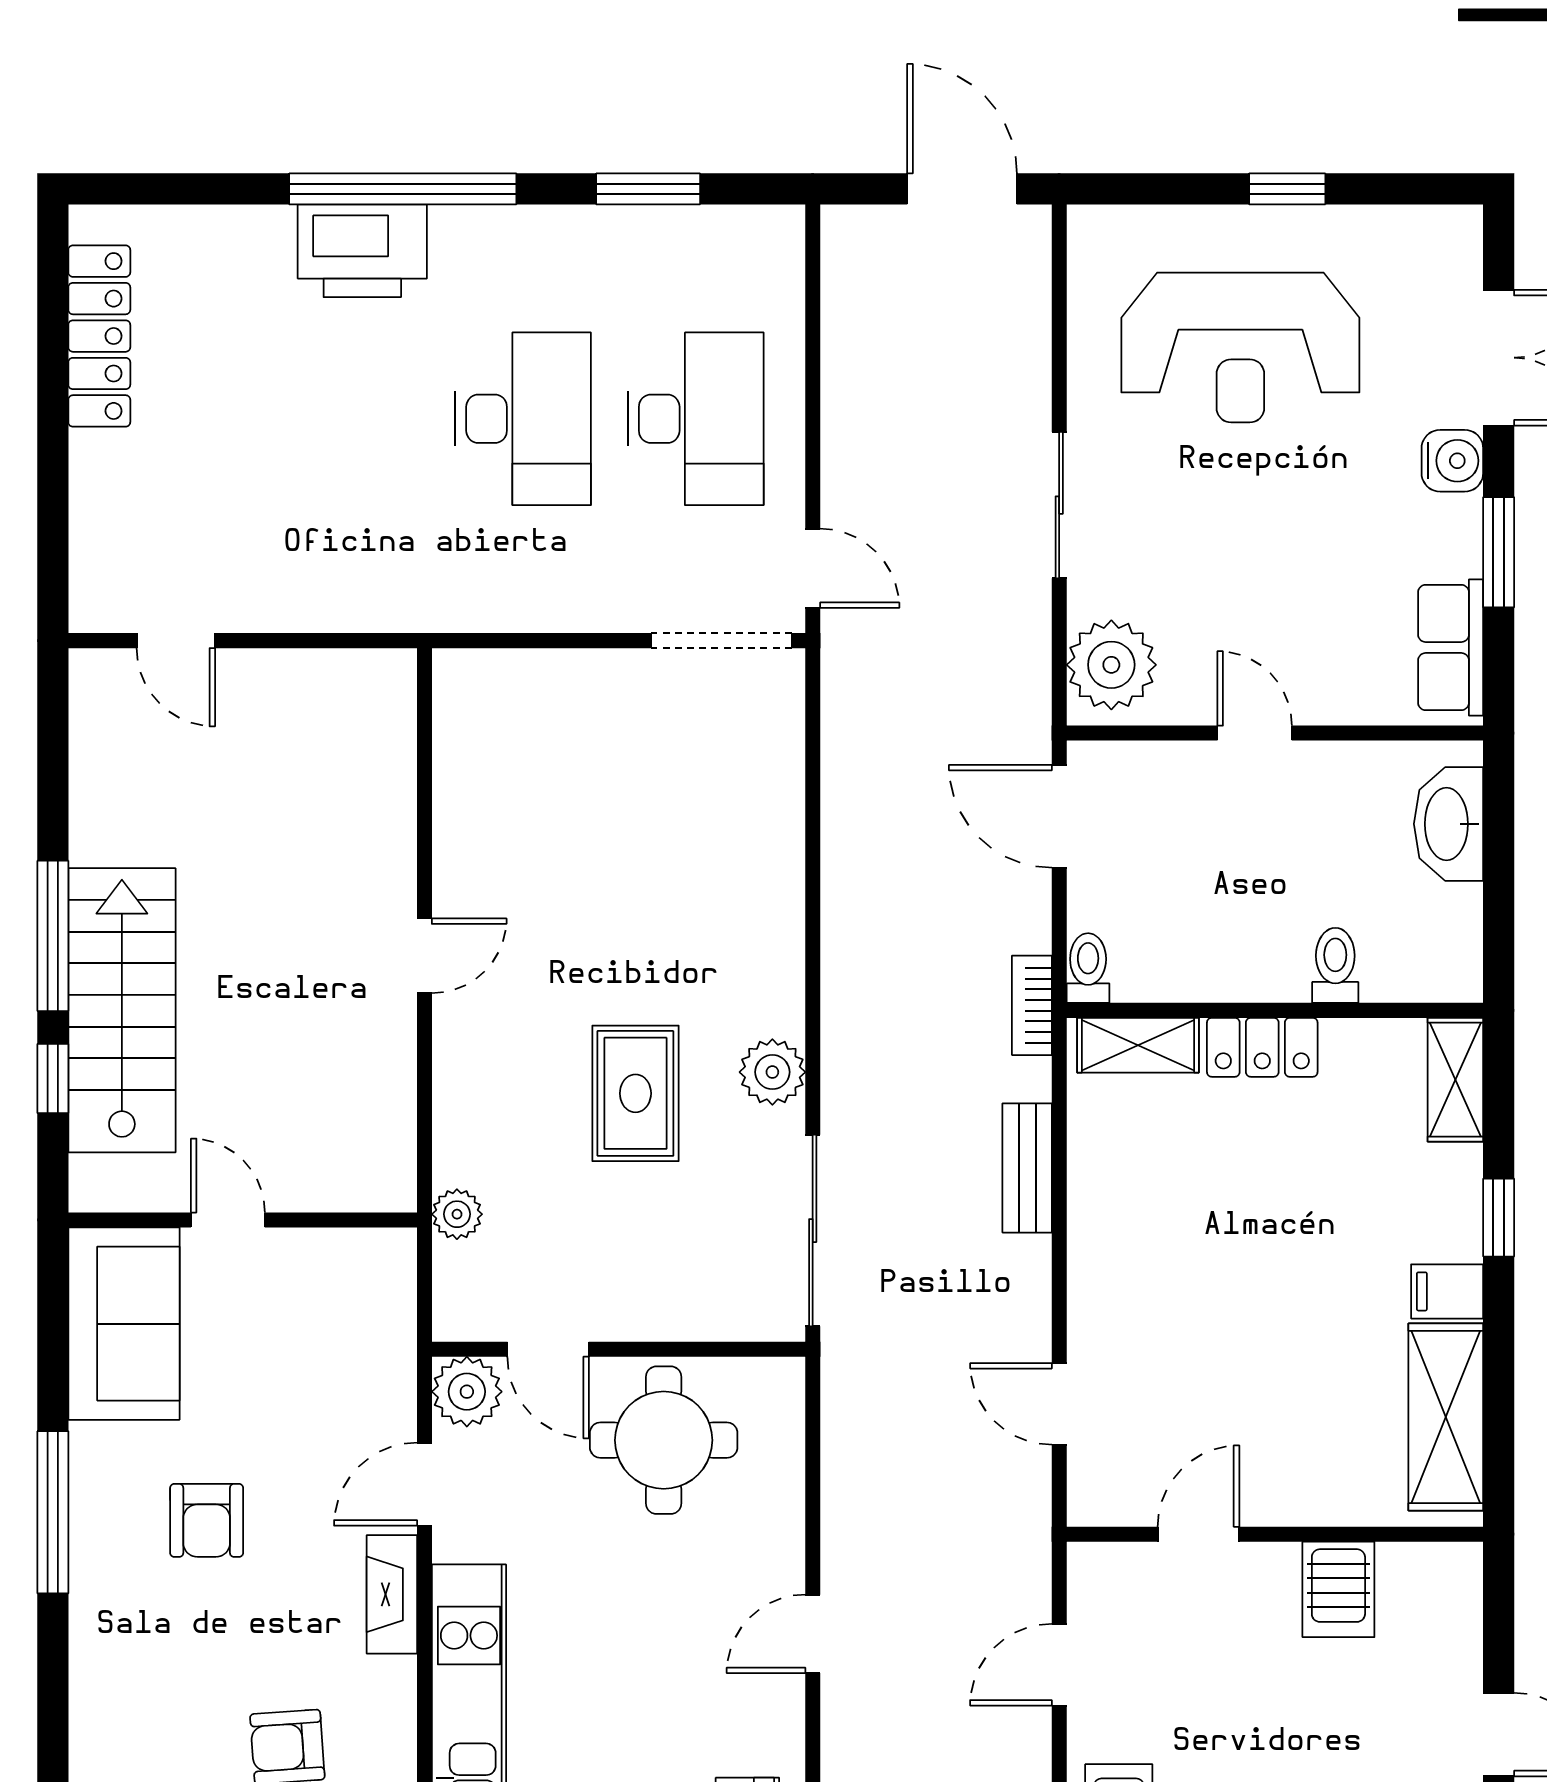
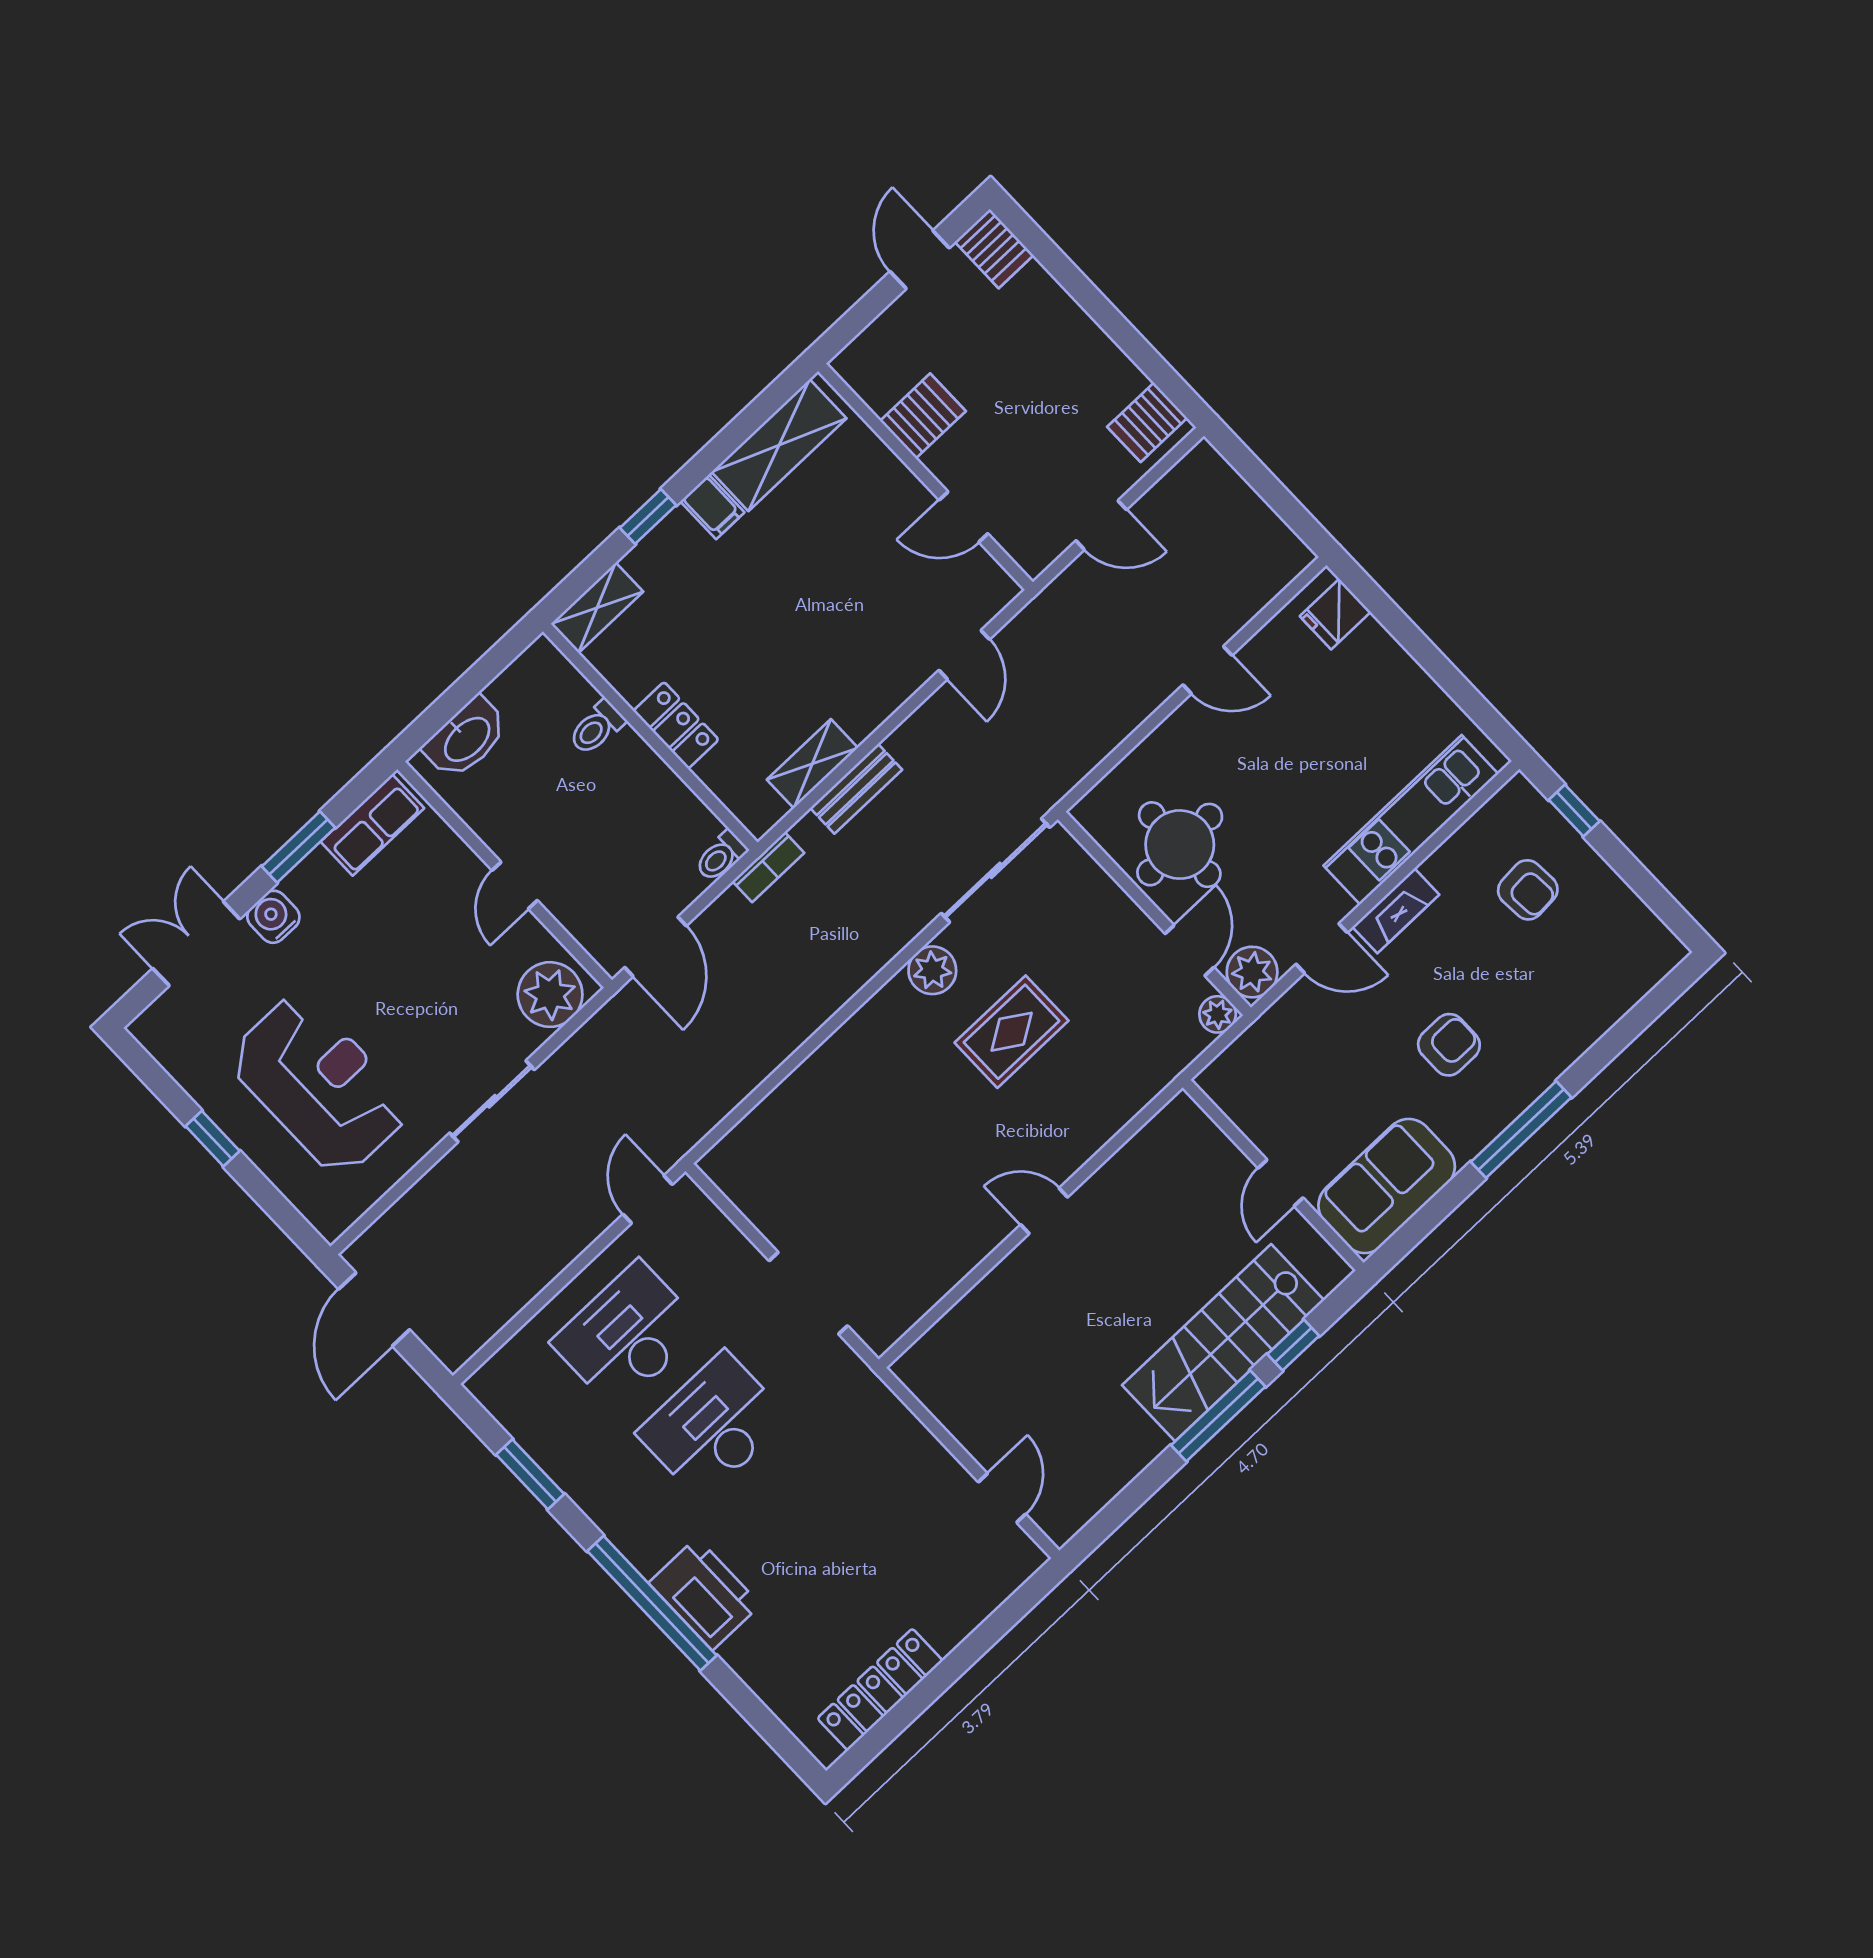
doorway: (721, 641) -> (808, 1293), moved
shelving: (1138, 1045) -> (812, 764), moved, turned 90
plant: (457, 1214) -> (1218, 1014), moved

